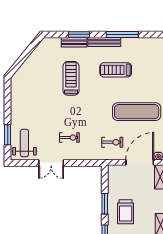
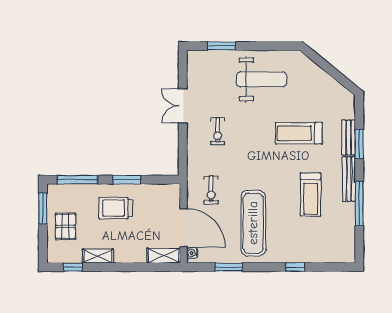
treadmill: (116, 70) -> (311, 195), turned 180
treadmill: (71, 78) -> (299, 133), turned 180
weight bench: (24, 143) -> (262, 79), moved, width x1.36, depth x1.33

